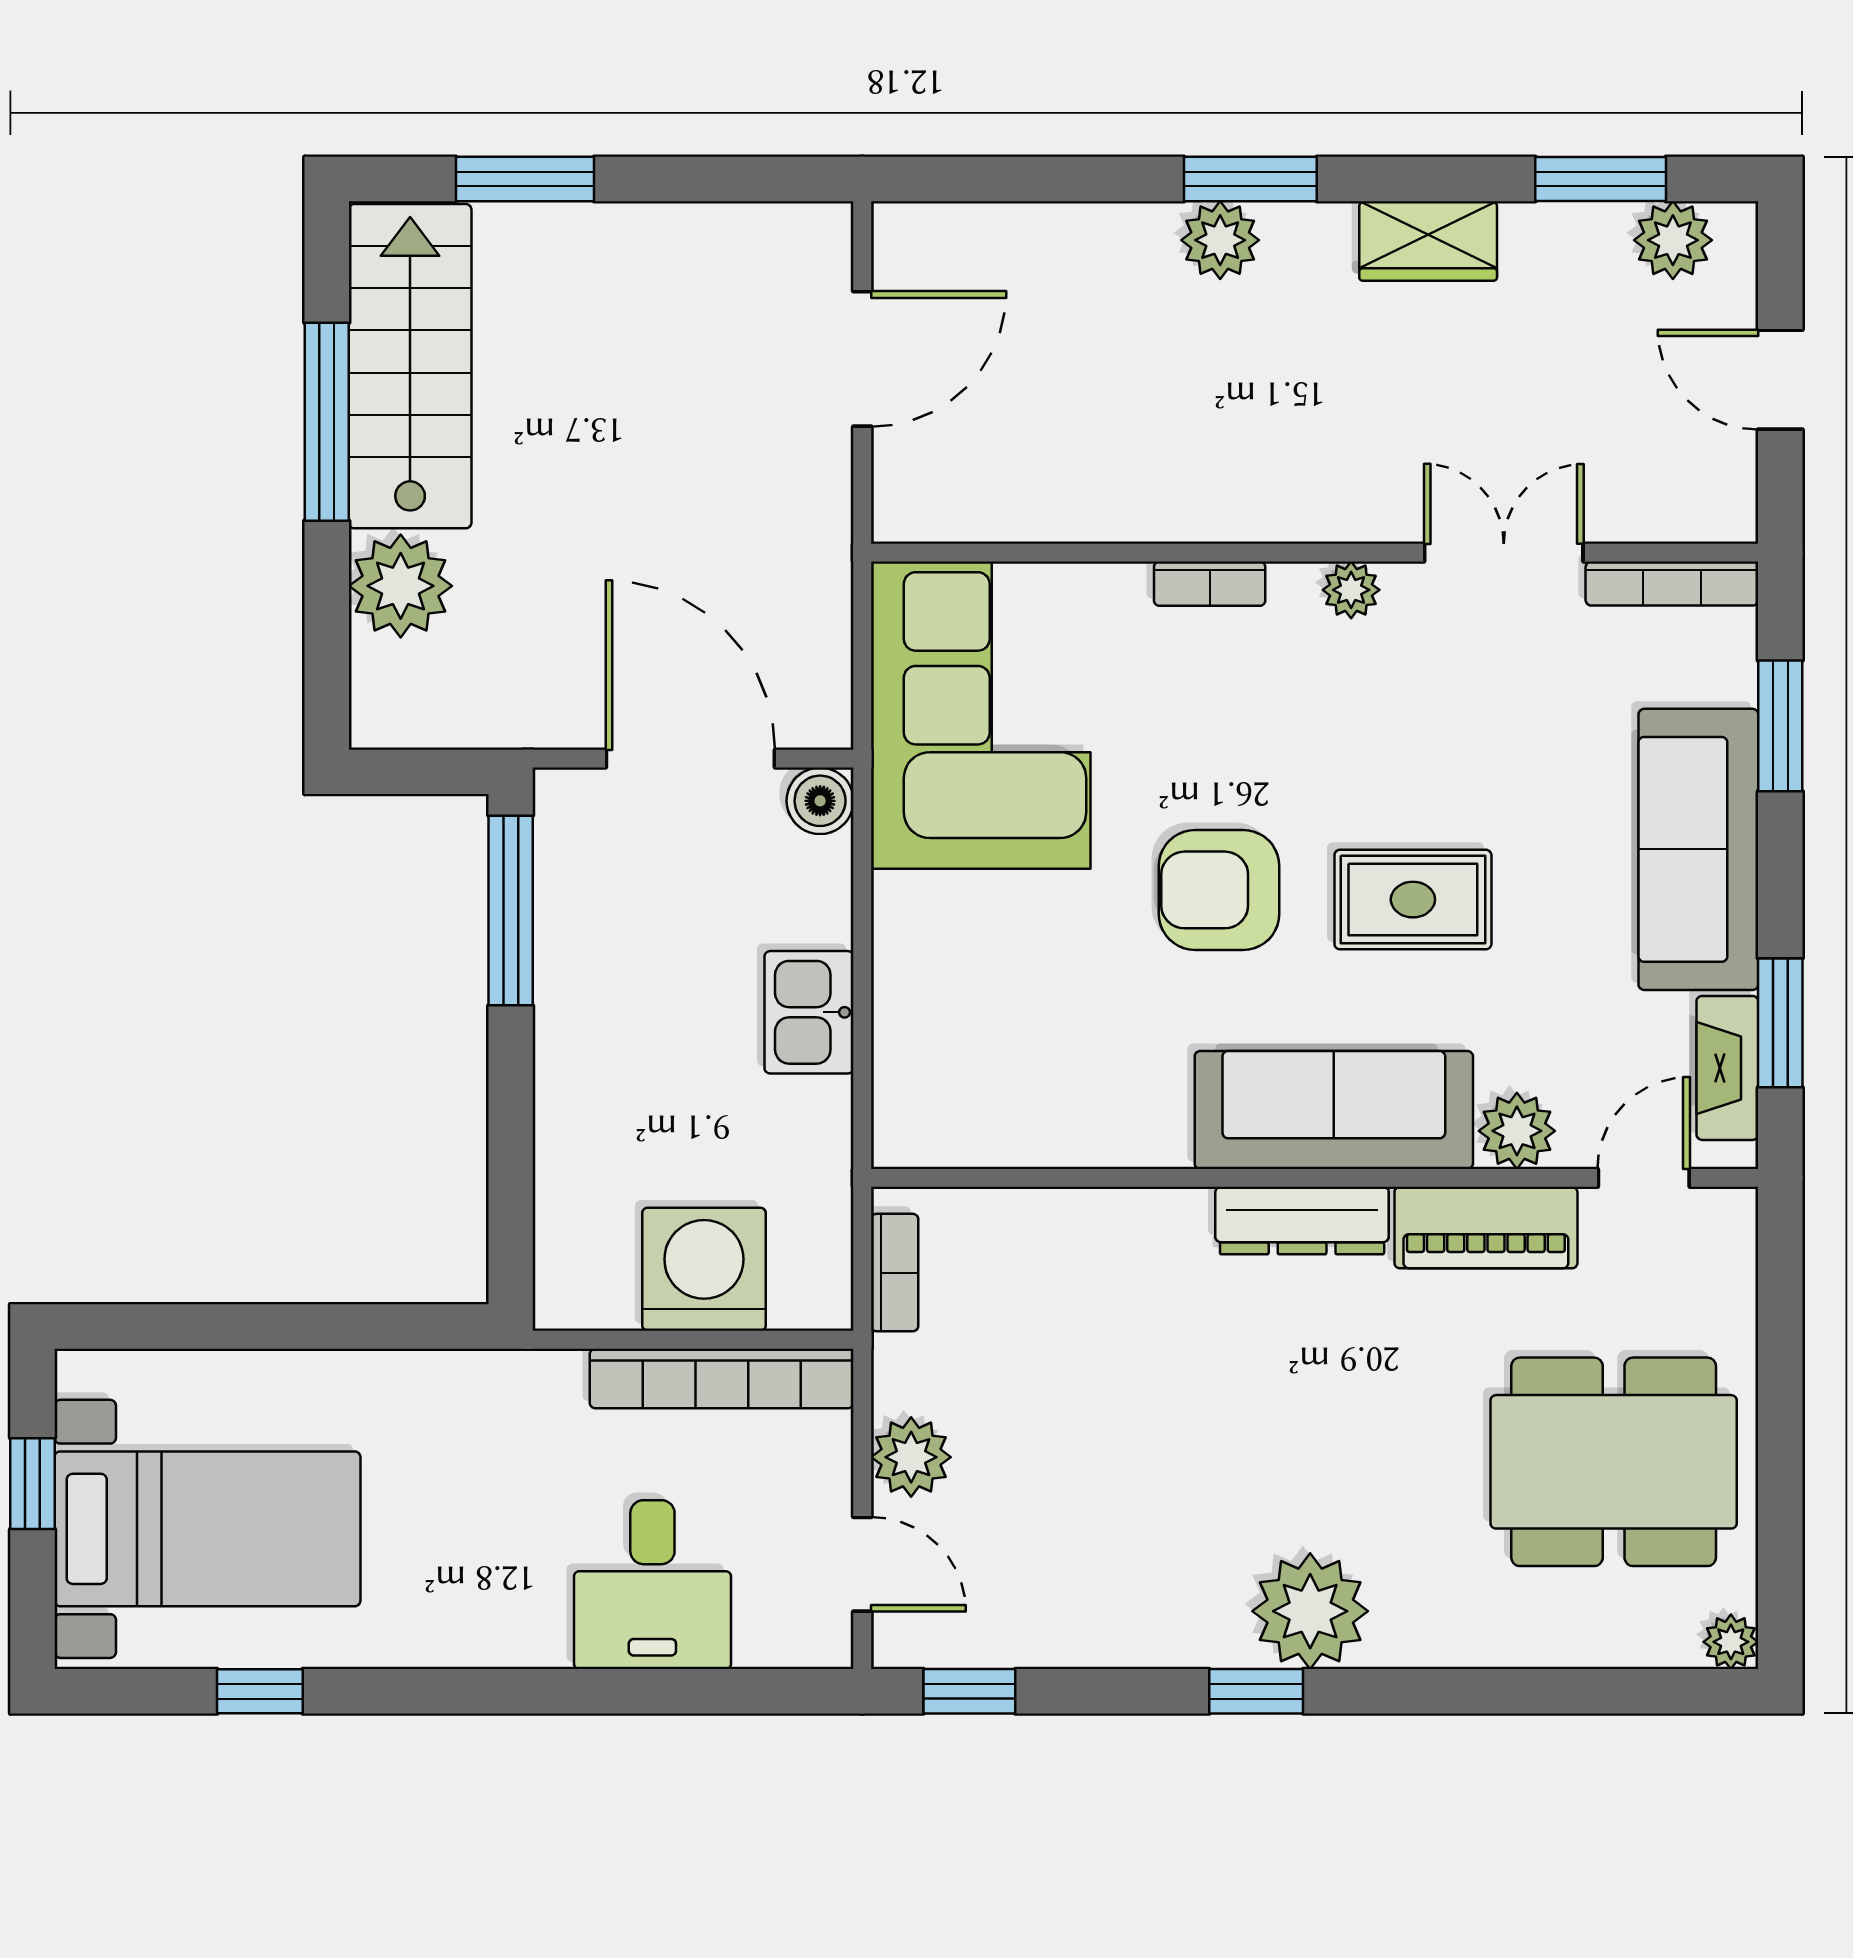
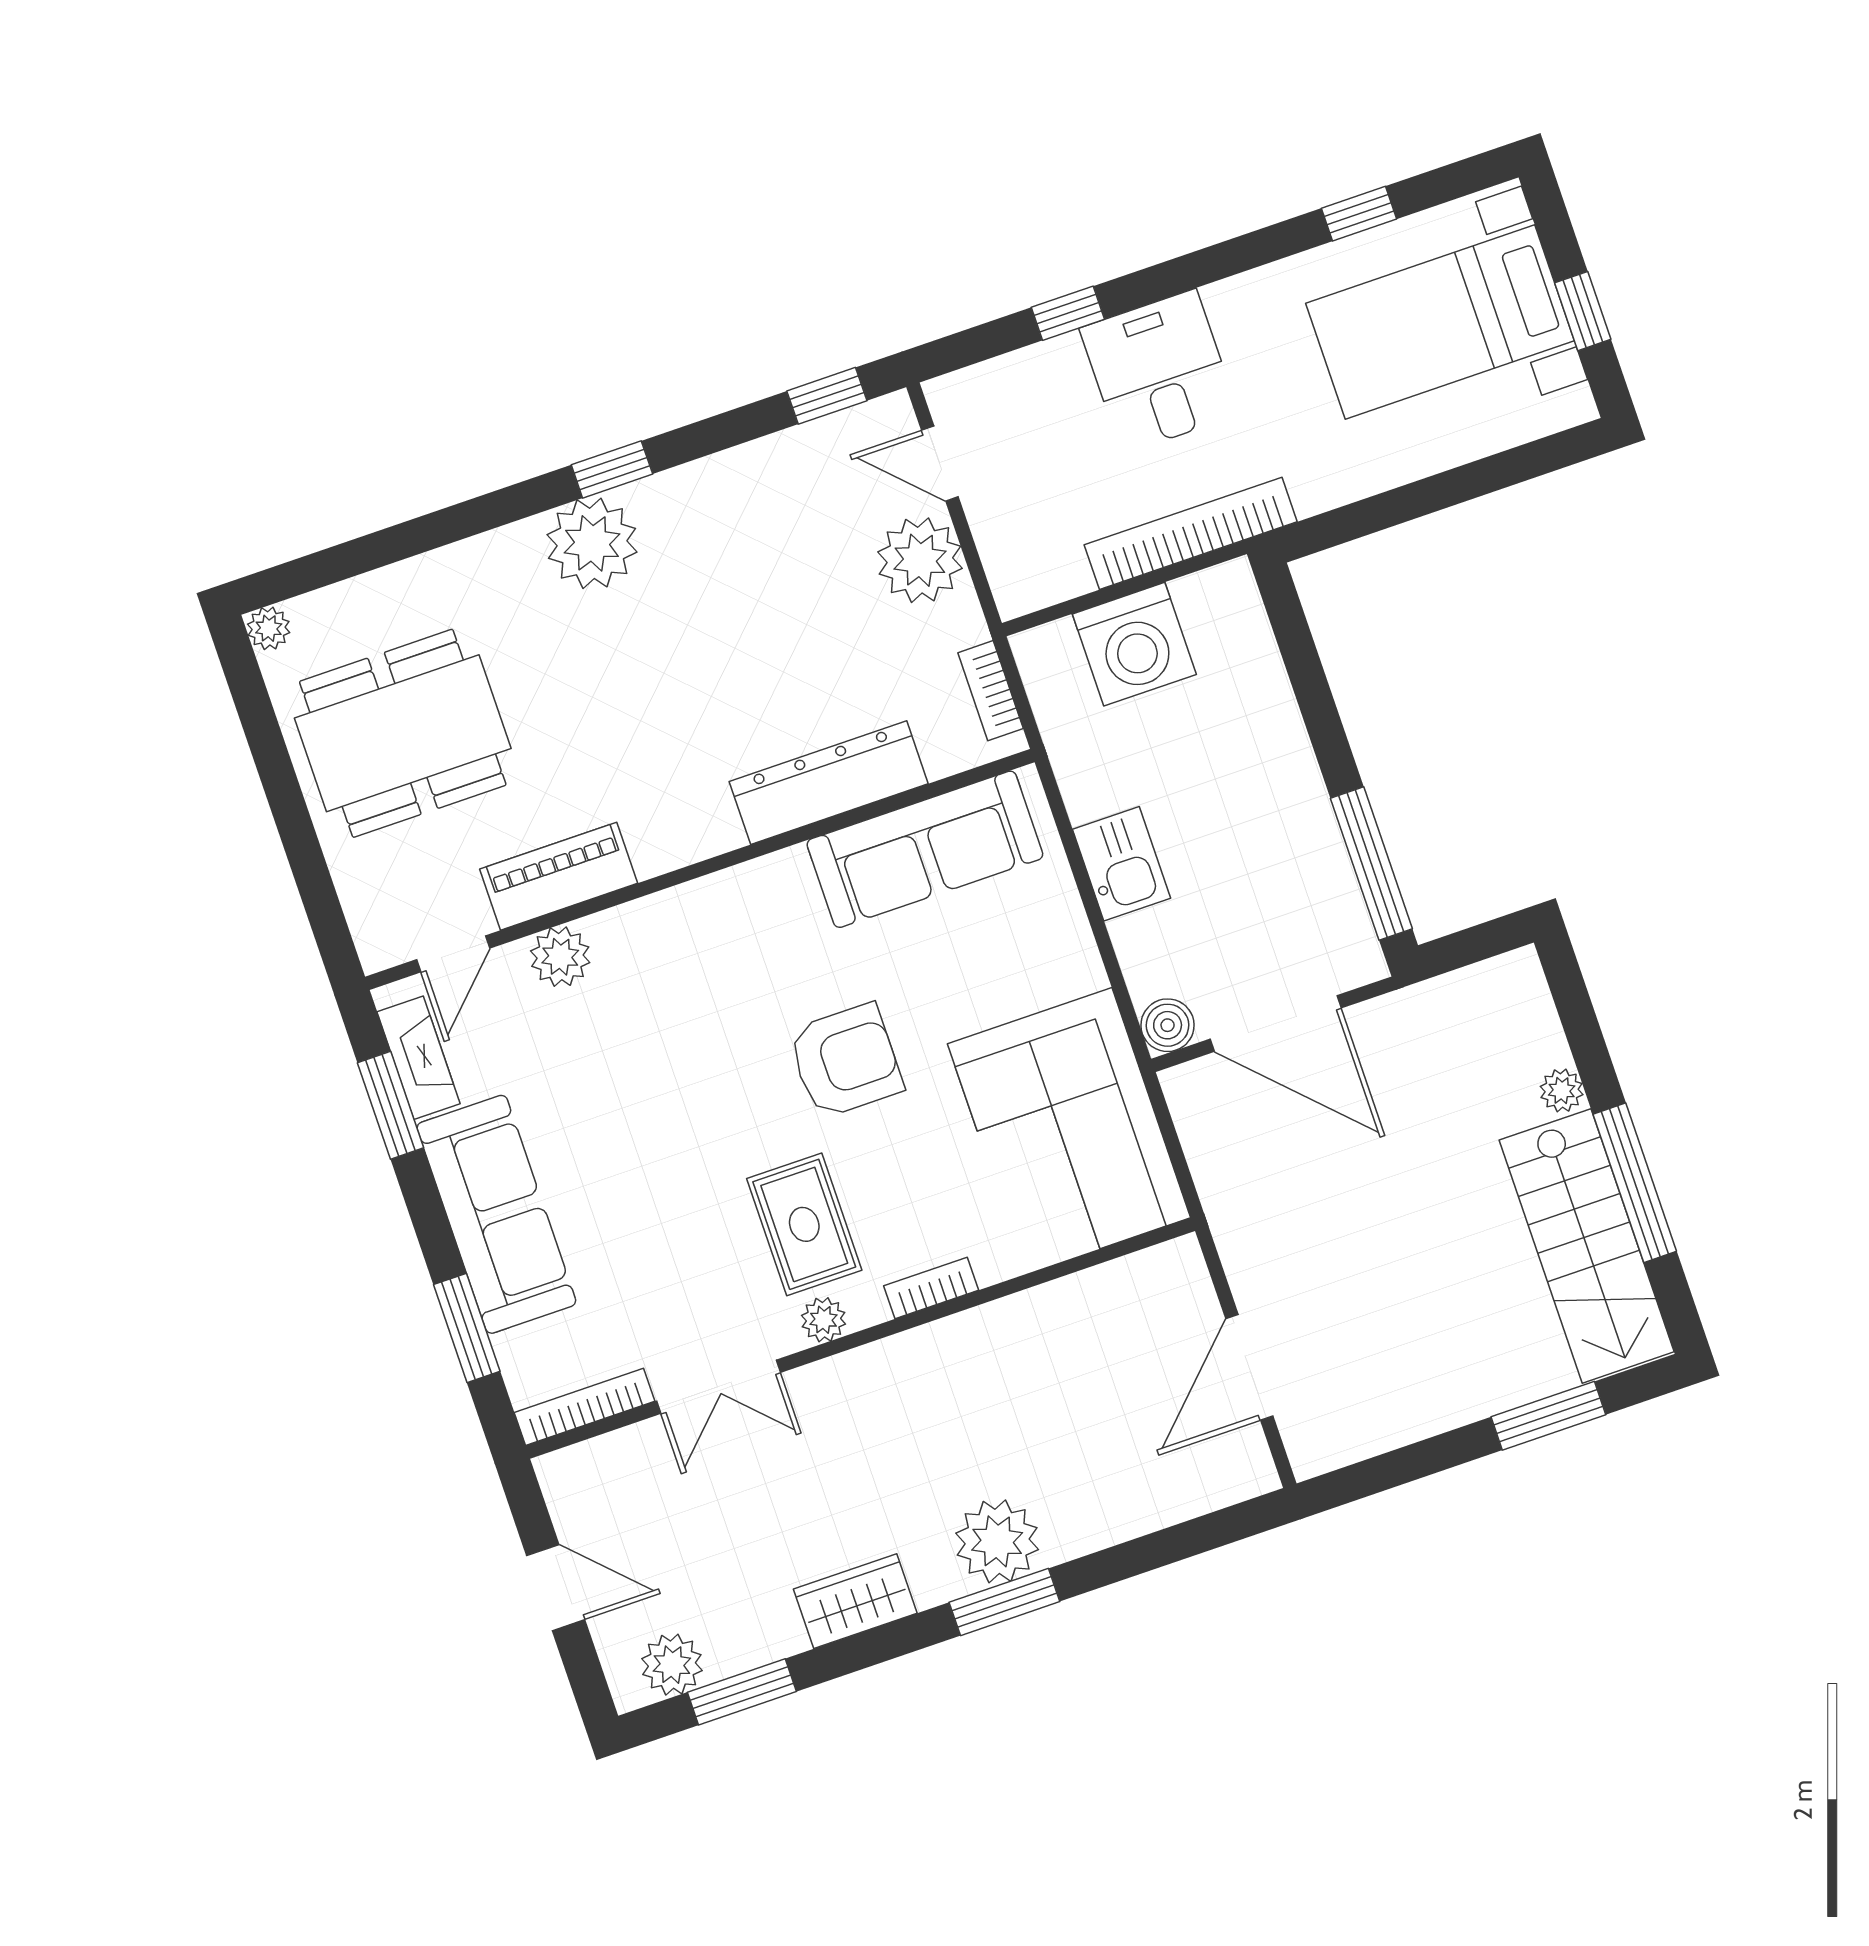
plant: (1220, 240) -> (997, 1541), width x1.36, depth x1.36
plant: (401, 586) -> (1562, 1091), width x0.53, depth x0.53
rug: (1413, 900) -> (804, 1224), moved, turned 90
sofa: (1334, 1110) -> (925, 849), moved
dresser: (1302, 1221) -> (829, 783), moved, width x1.37, depth x1.24
bookcase: (722, 1378) -> (1191, 533), moved
plant: (911, 1457) -> (920, 560), width x1.36, depth x1.36
desk: (652, 1585) -> (1159, 371), moved
window: (648, 1691) -> (1068, 313), added

